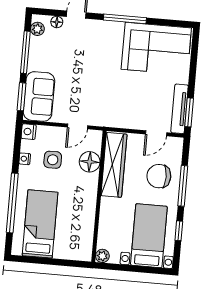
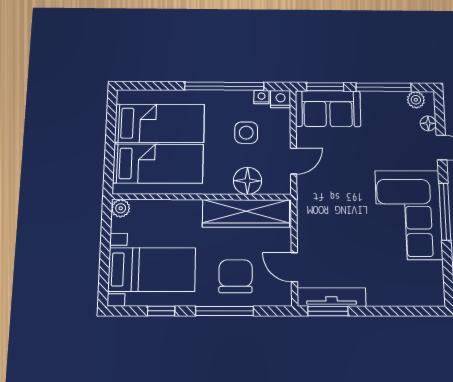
corner sofa: (156, 49) -> (409, 215), moved
door: (77, 126) -> (294, 161), swing flipped
nightstand: (25, 159) -> (262, 97), moved
window: (12, 203) -> (224, 86), moved
bed: (71, 227) -> (158, 164), added

